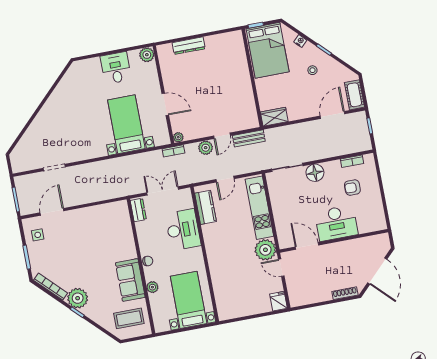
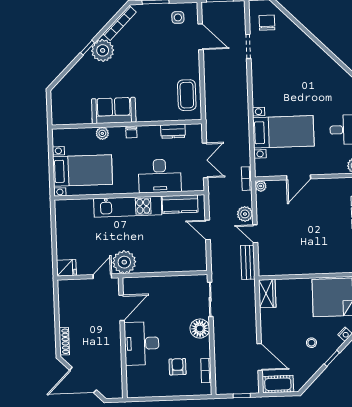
chair: (30, 154) -> (267, 23), added
kitchen unit: (259, 208) -> (128, 207), moved, turned 180
dresser: (138, 210) -> (173, 131), moved
coffee table: (129, 318) -> (187, 95), moved

